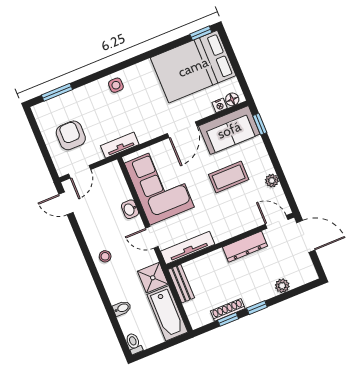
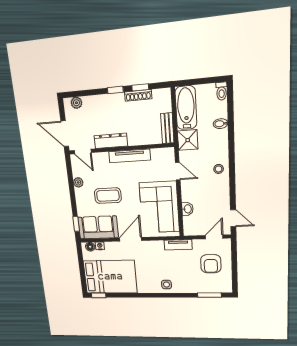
washbasin: (130, 209) -> (187, 209), moved
tv unit: (188, 248) -> (130, 156), moved
plant: (282, 286) -> (76, 103), moved

